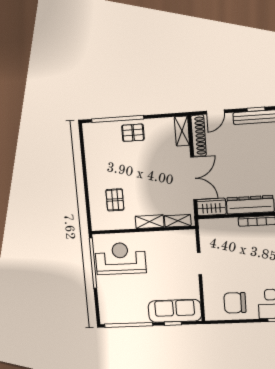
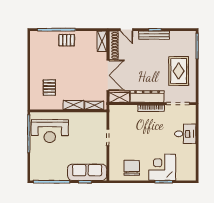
door: (215, 112) -> (126, 30), hinge flipped
reception desk: (121, 258) -> (50, 131), turned 180
chair: (235, 303) -> (132, 168), turned 90

